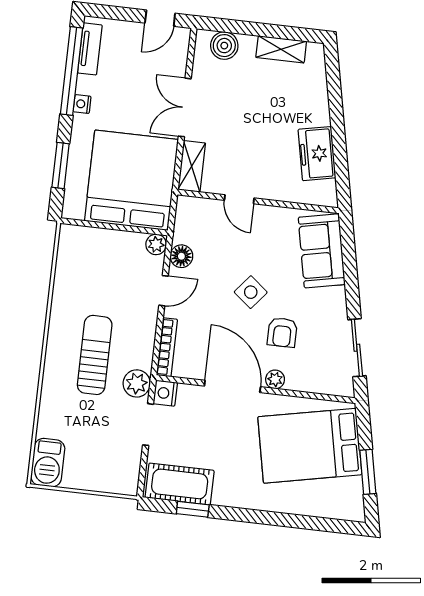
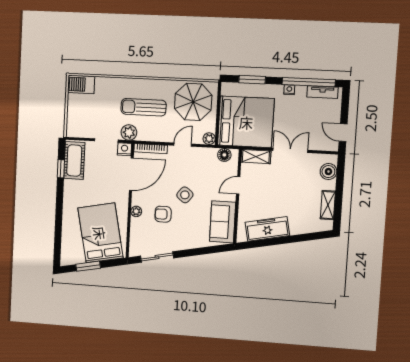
freezer: (317, 154) -> (267, 229), width x1.40
sofa: (322, 251) -> (223, 222), moved, turned -78
floor lamp: (181, 256) -> (224, 155), moved
parasol: (91, 268) -> (193, 102), added
door: (164, 291) -> (183, 145), swing flipped
sun lounger: (95, 355) -> (144, 107), turned 180
door: (232, 386) -> (131, 174), moved

